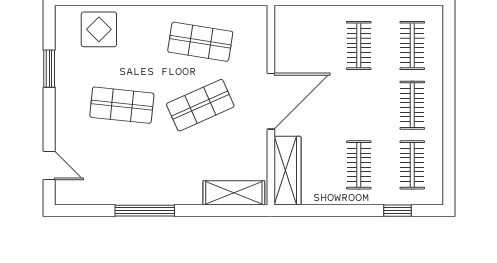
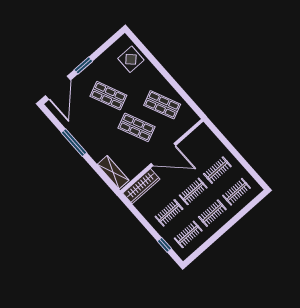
shop shelf: (200, 42) -> (162, 105), turned -33
window: (49, 69) -> (83, 65), moved
shop shelf: (122, 105) -> (108, 96), turned -30
clothes rail: (359, 105) -> (193, 191), added
door: (49, 166) -> (58, 88), width x1.88

